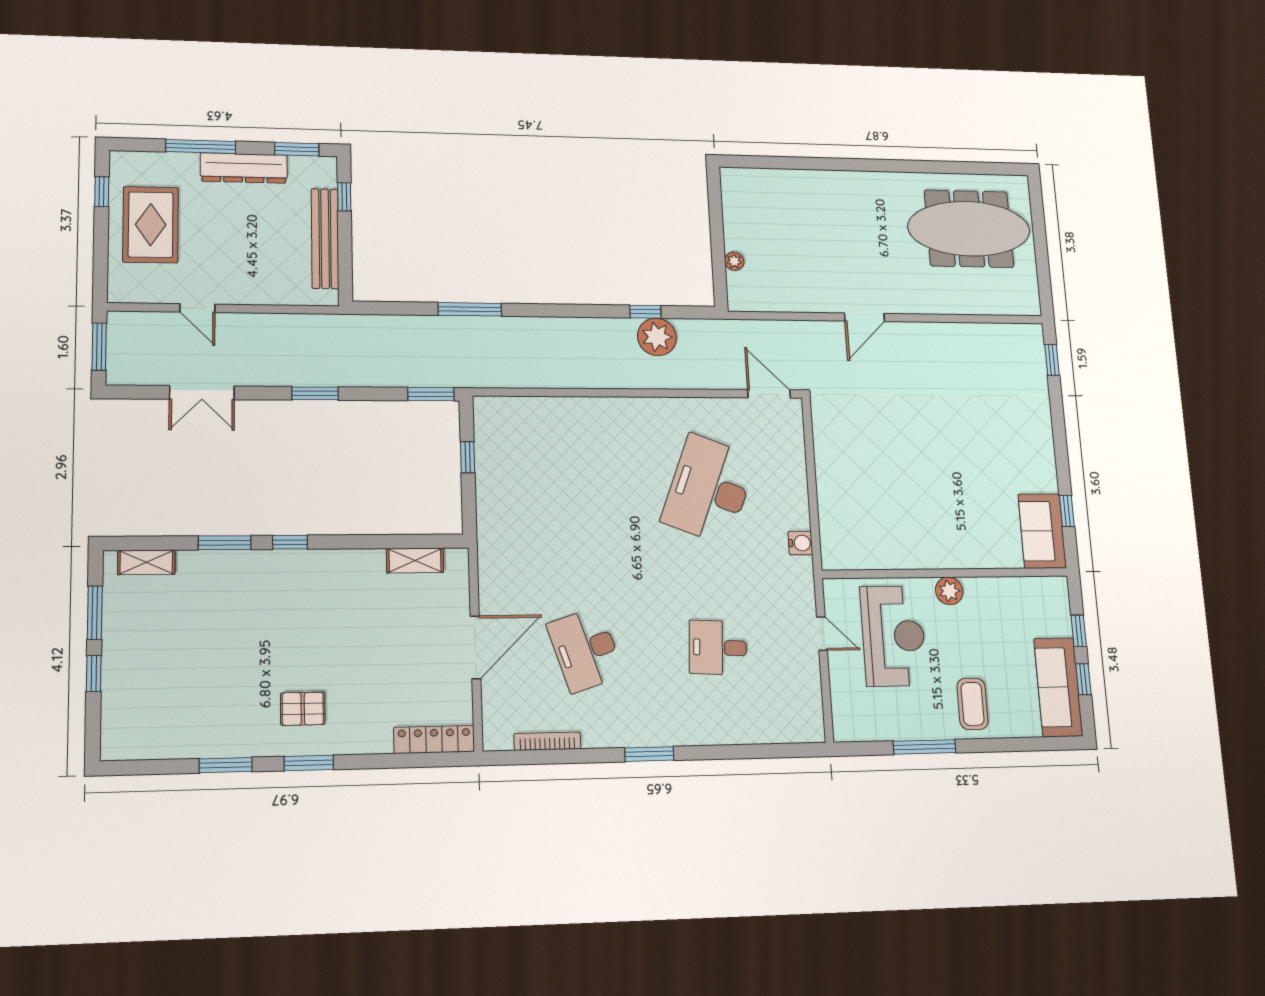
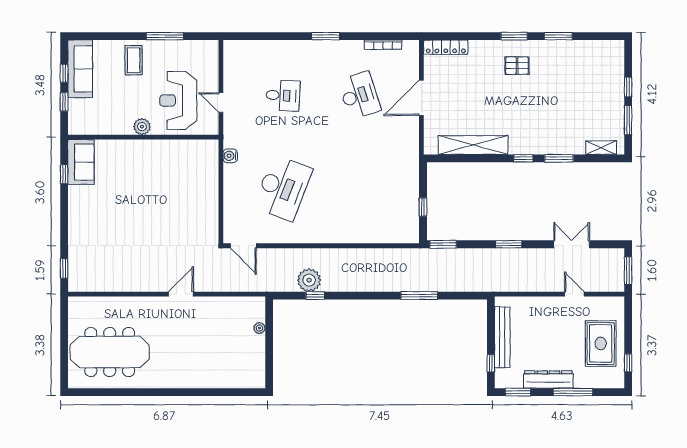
shelving: (415, 560) -> (473, 145), width x2.20, depth x1.33

